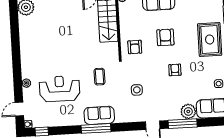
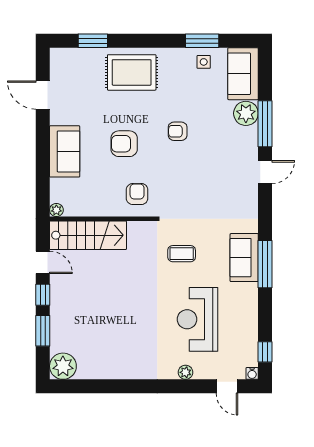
armchair: (135, 47) -> (137, 194), turned -90
side table: (137, 90) -> (206, 195), removed

